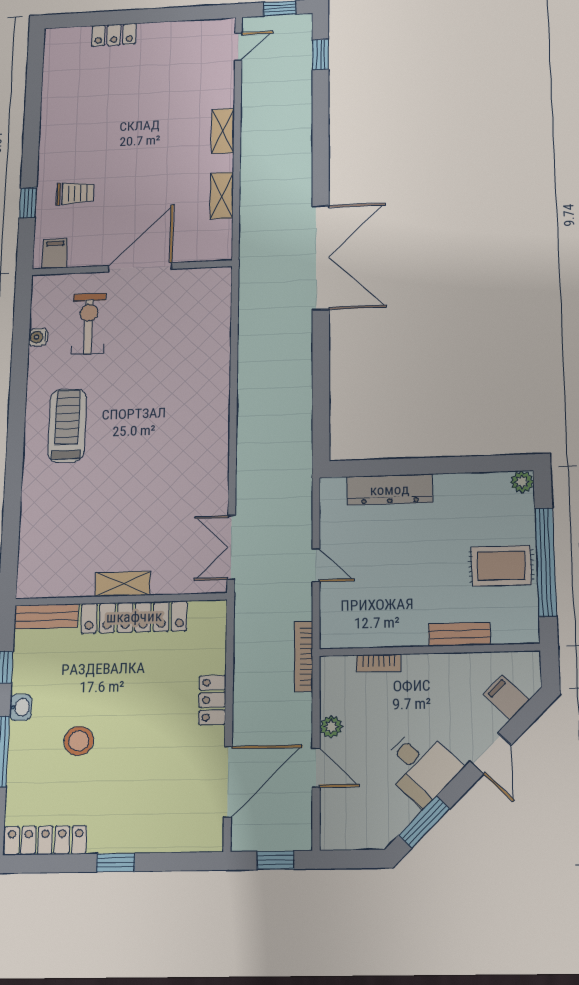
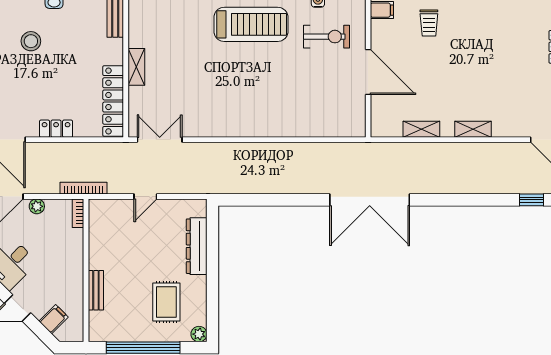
treadmill: (67, 425) -> (251, 24), width x1.37, depth x1.38
rug: (501, 566) -> (166, 302), moved
locker: (134, 617) -> (113, 101), moved
bookcase: (379, 663) -> (78, 213), moved

